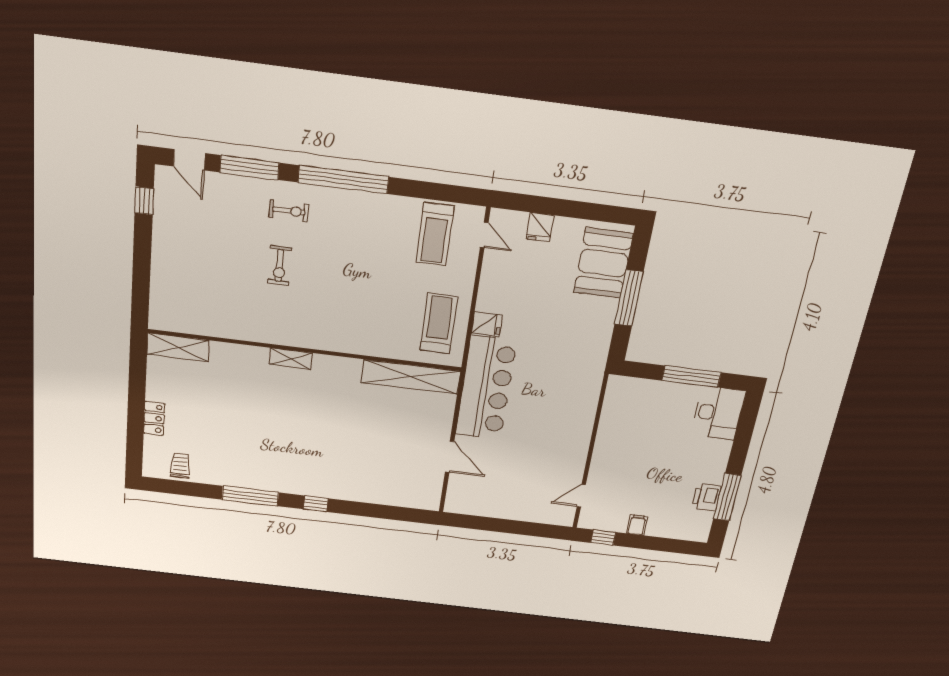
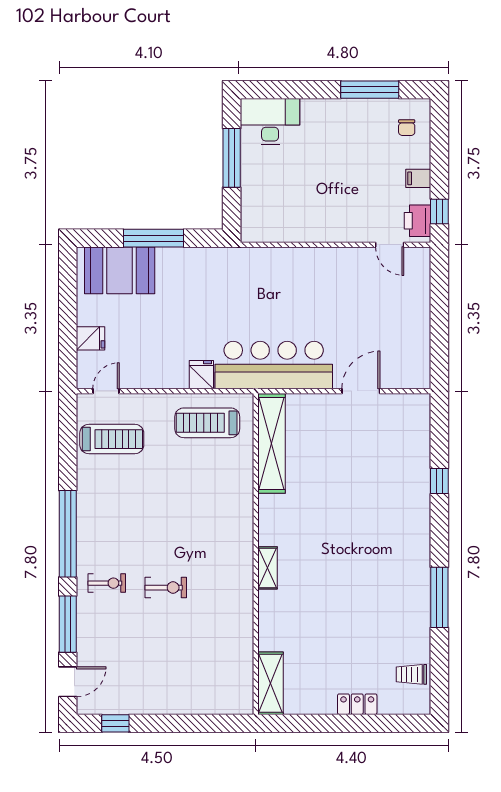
exercise bike: (289, 211) -> (107, 583), turned 90
printer: (706, 497) -> (417, 221), moved, turned 90
window: (316, 504) -> (439, 481), moved
chair: (685, 522) -> (407, 128), added

